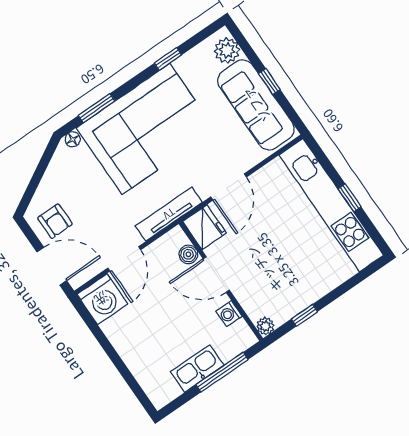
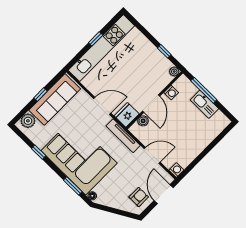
washing machine: (102, 299) -> (176, 170), width x0.53, depth x0.53

